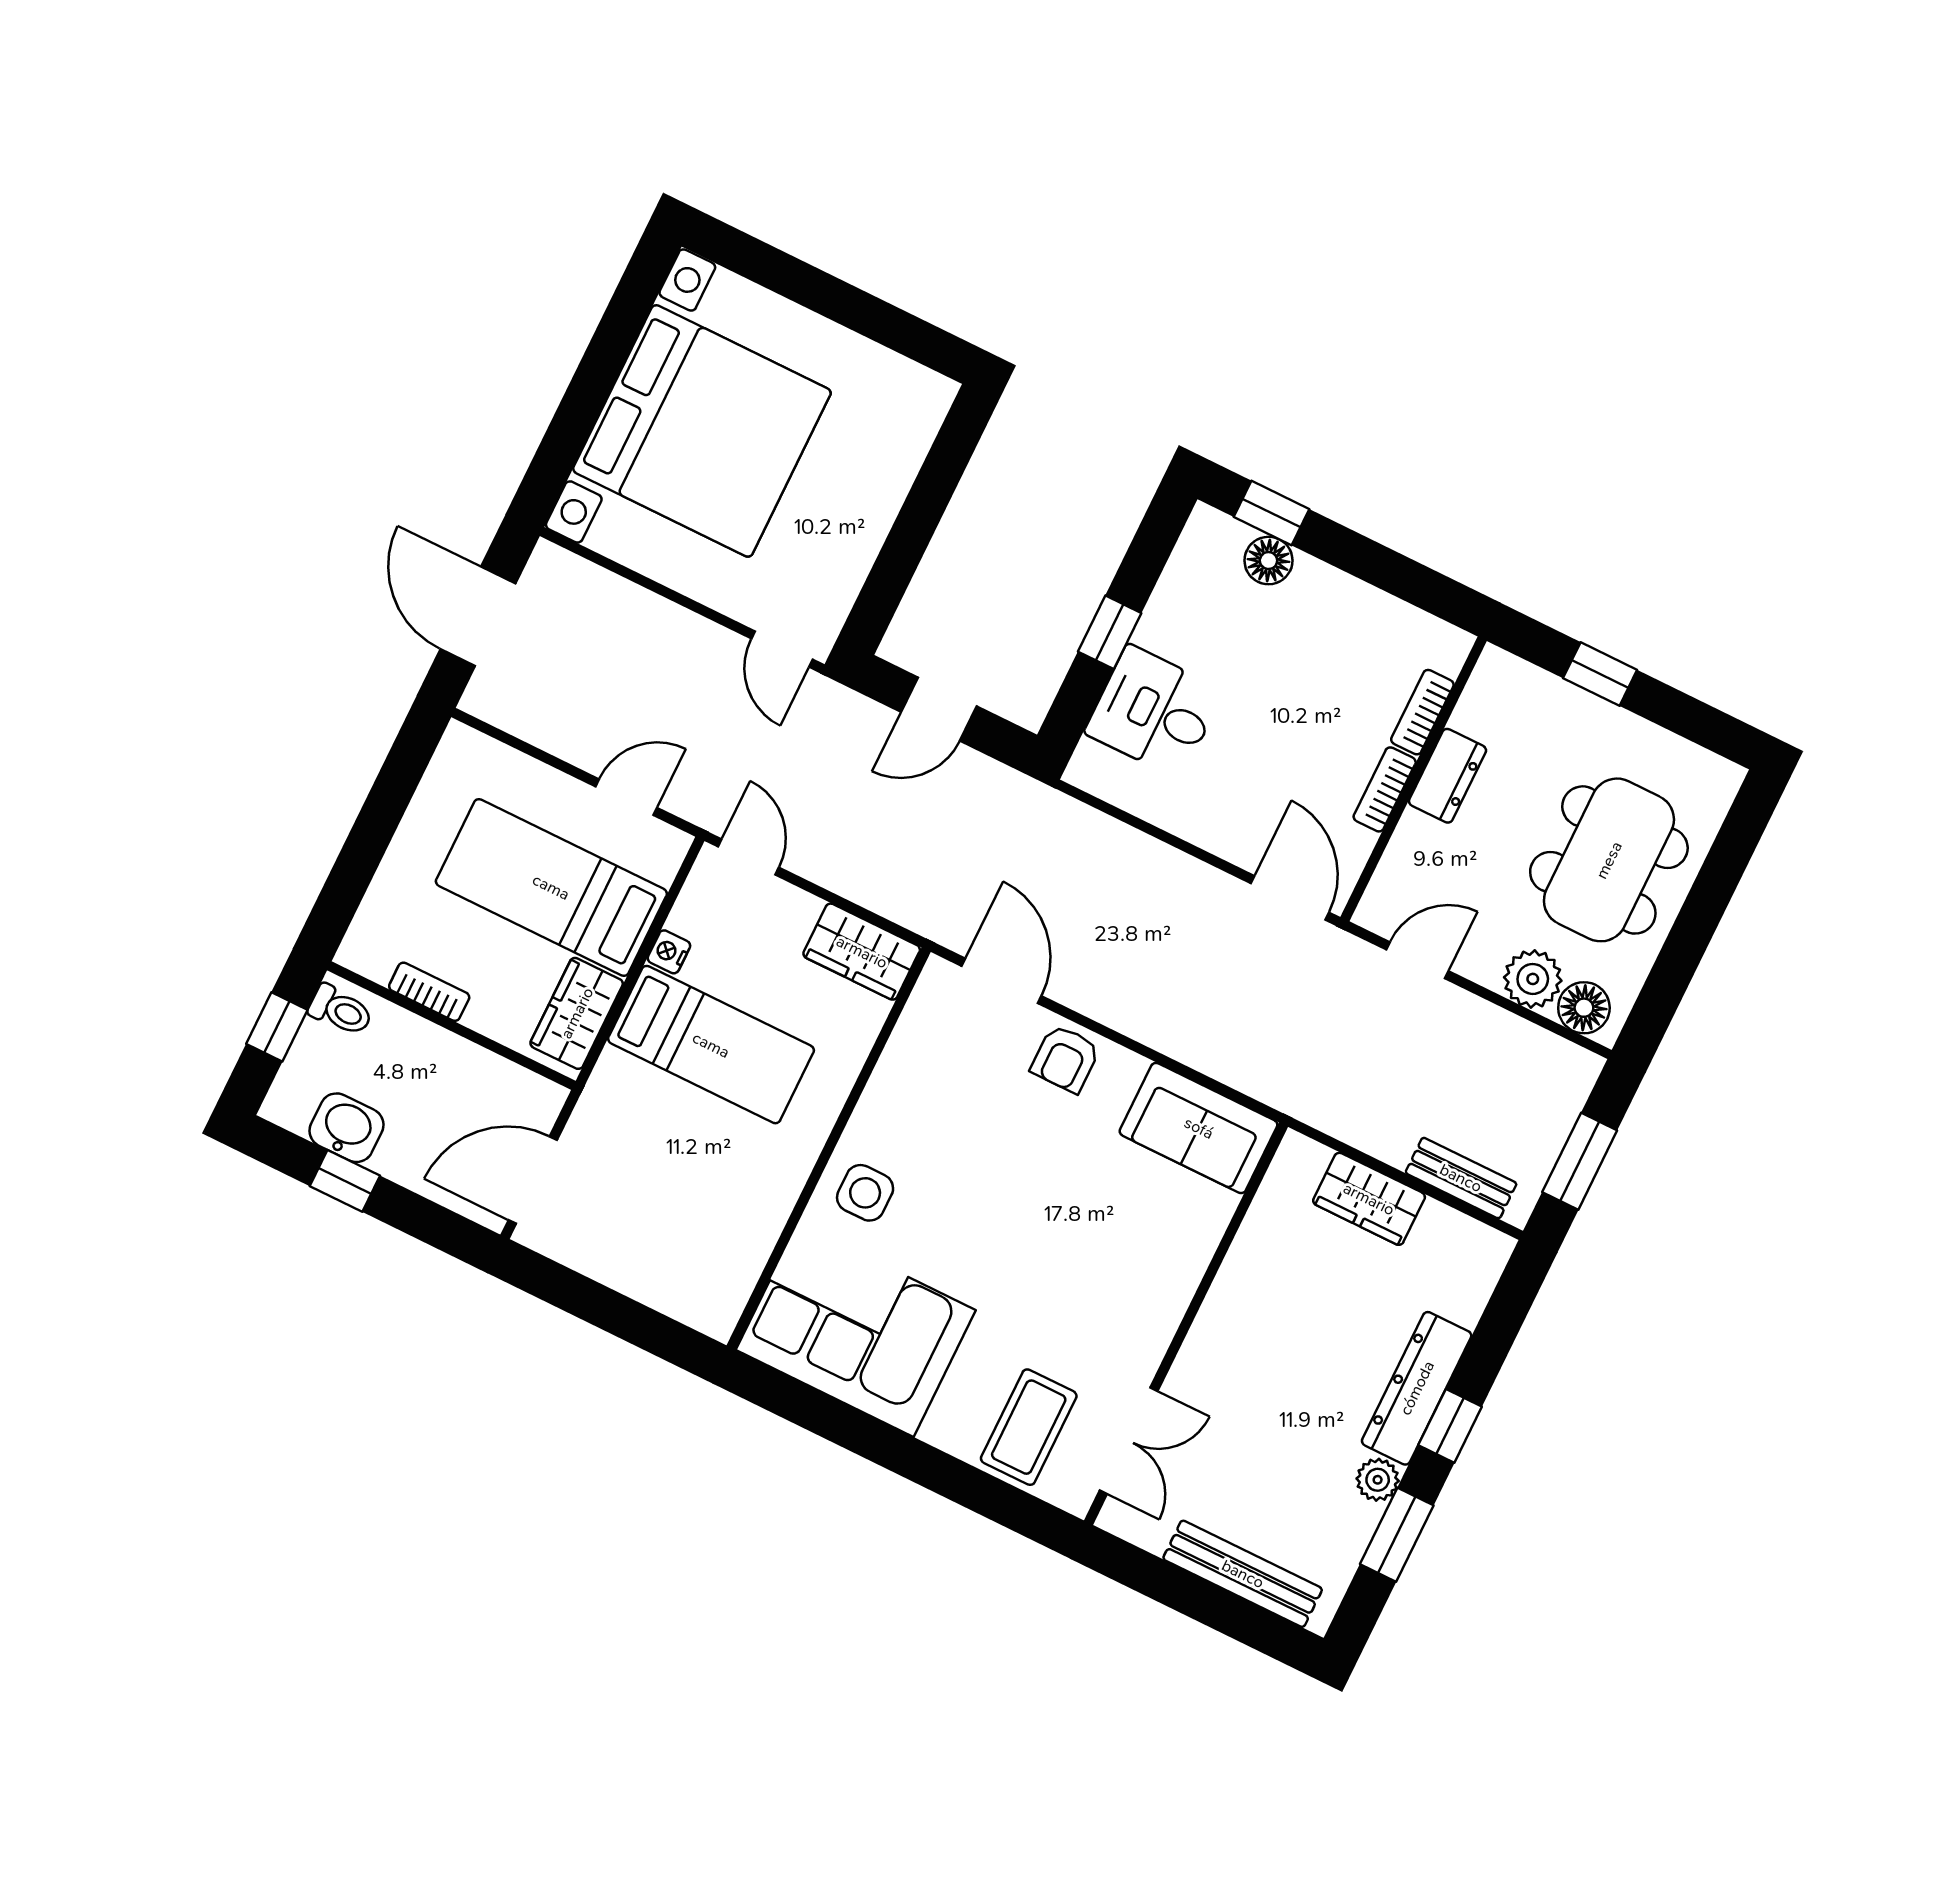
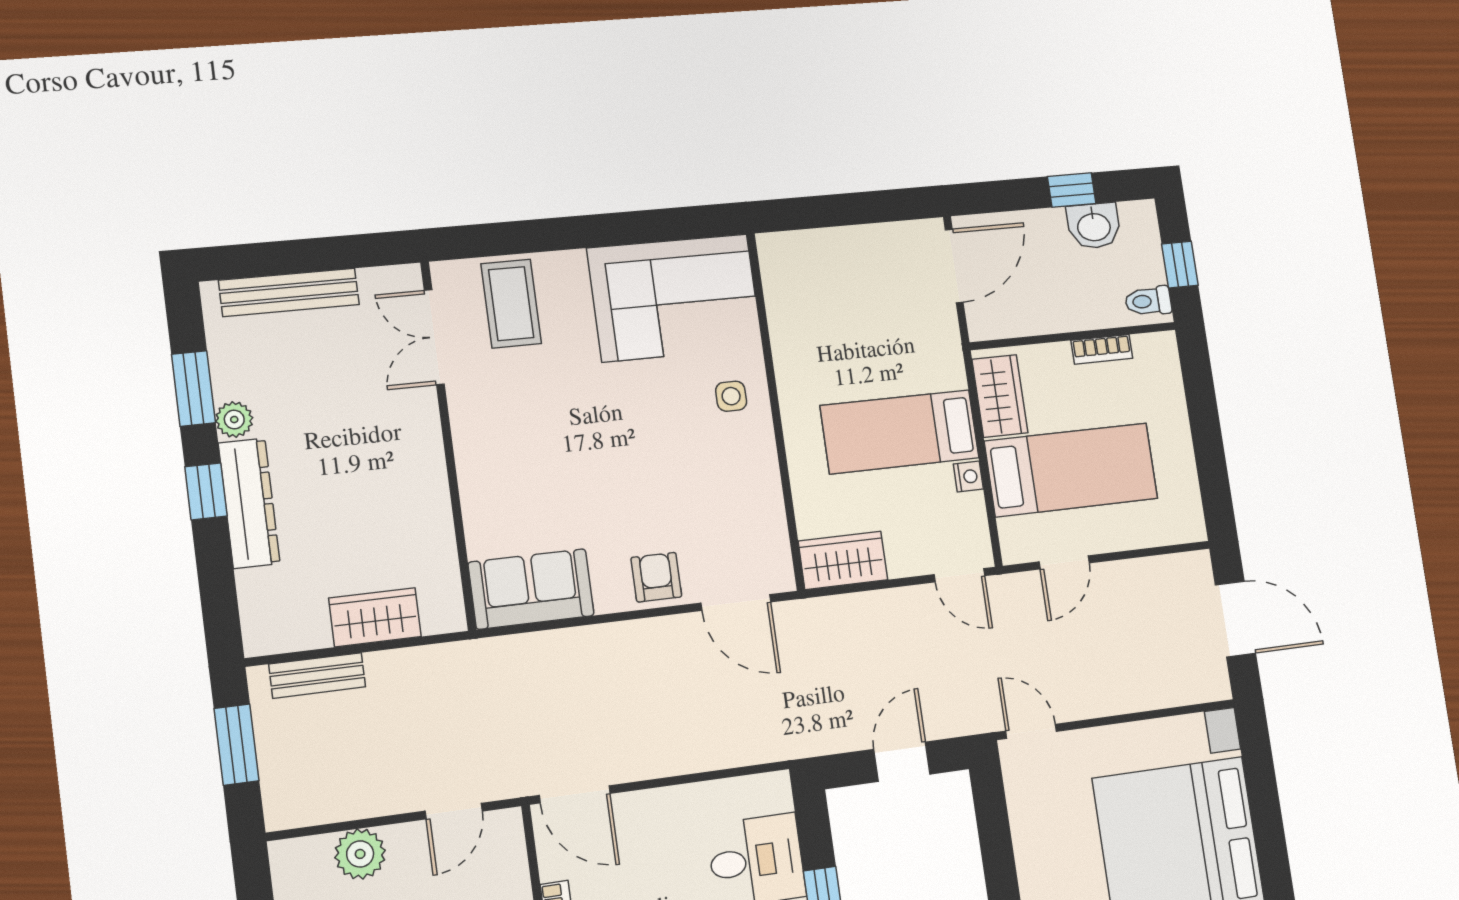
floor lamp: (1584, 1008) -> (308, 858), removed
side table: (865, 1193) -> (731, 396), width x0.73, depth x0.73

